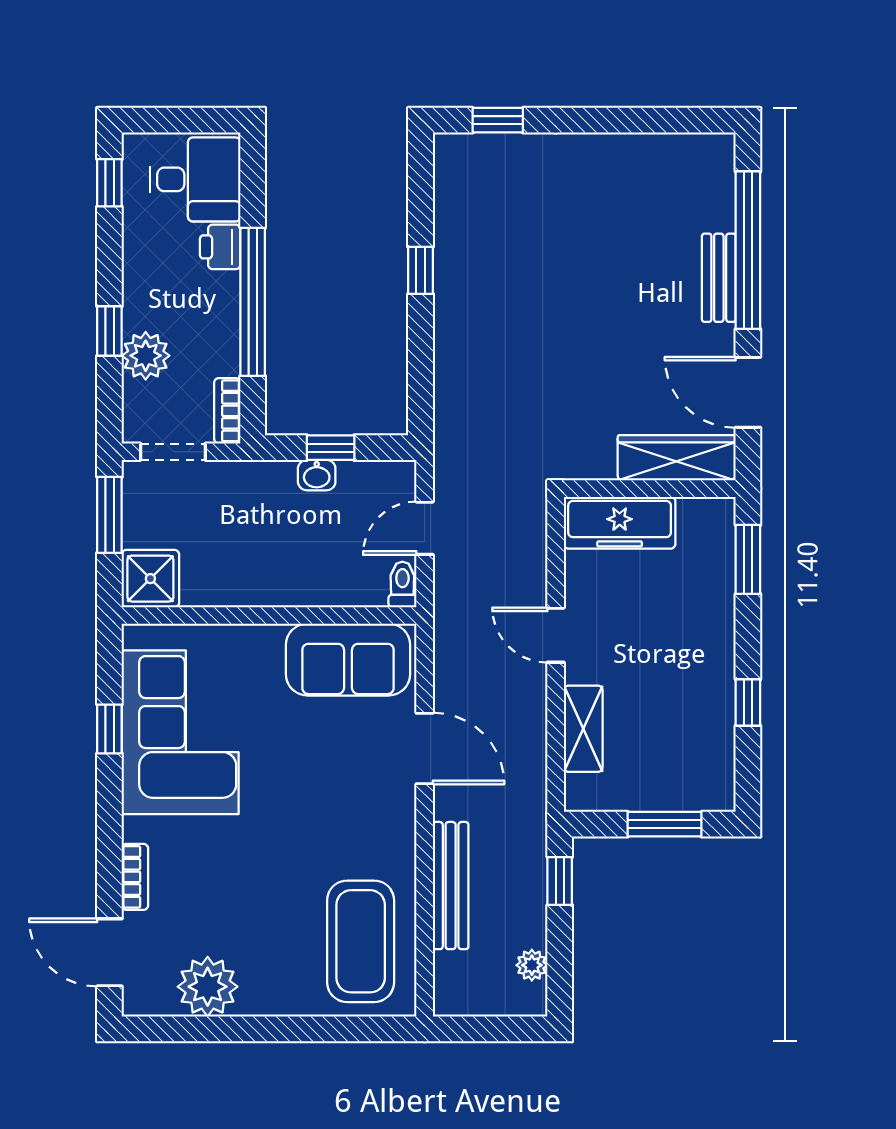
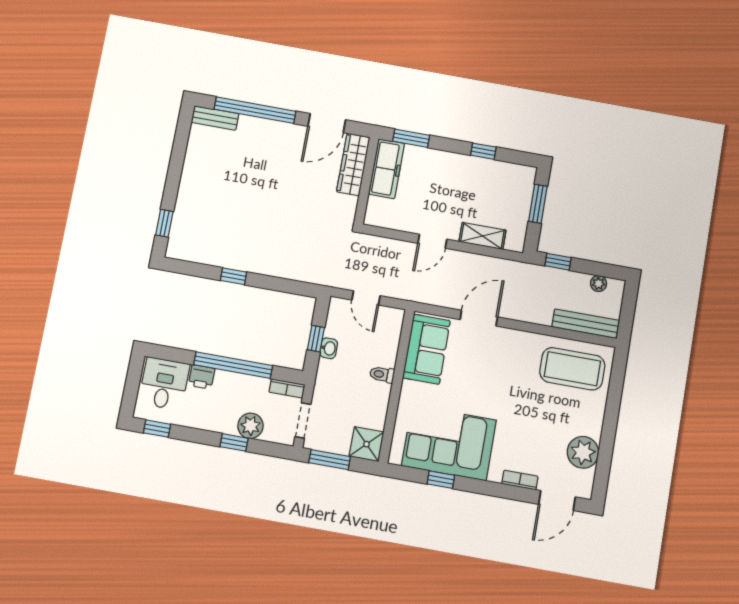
bench: (719, 278) -> (215, 118), moved
freezer: (620, 523) -> (386, 169), moved
toilet: (402, 585) -> (382, 374), moved
bench: (451, 886) -> (586, 324), moved

